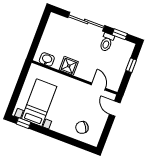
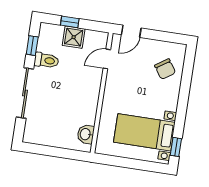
shower: (69, 66) -> (74, 37), moved

